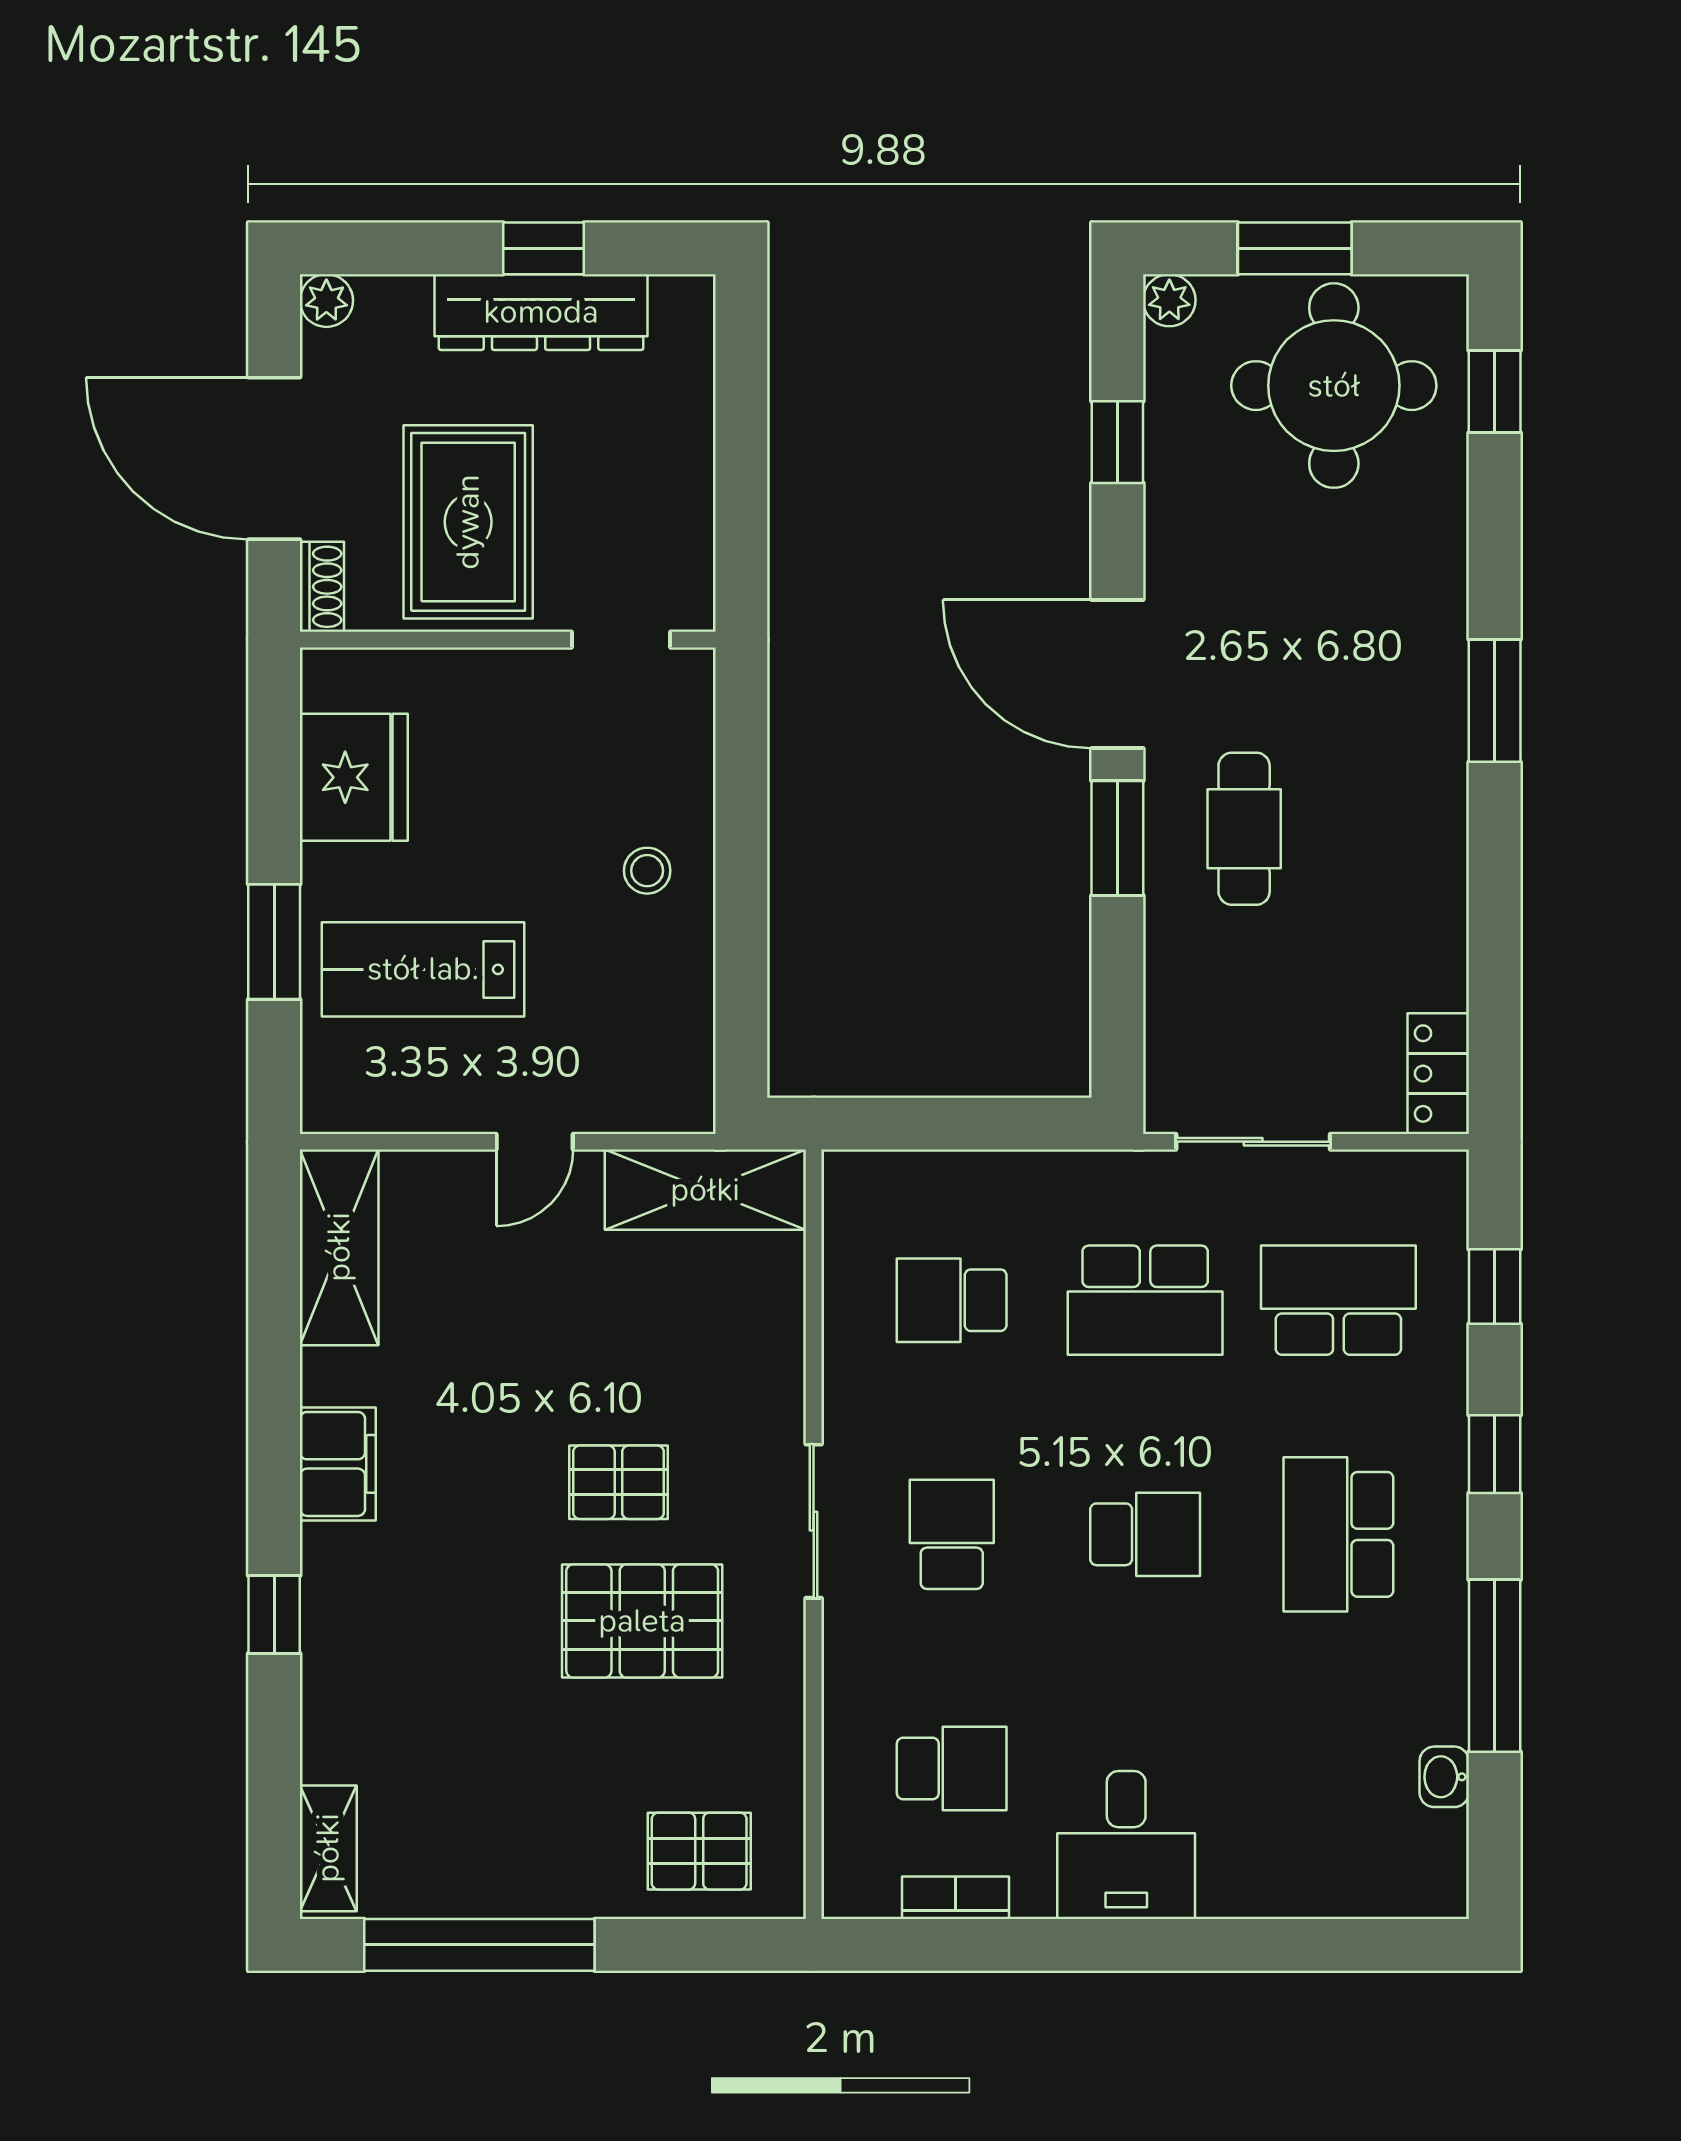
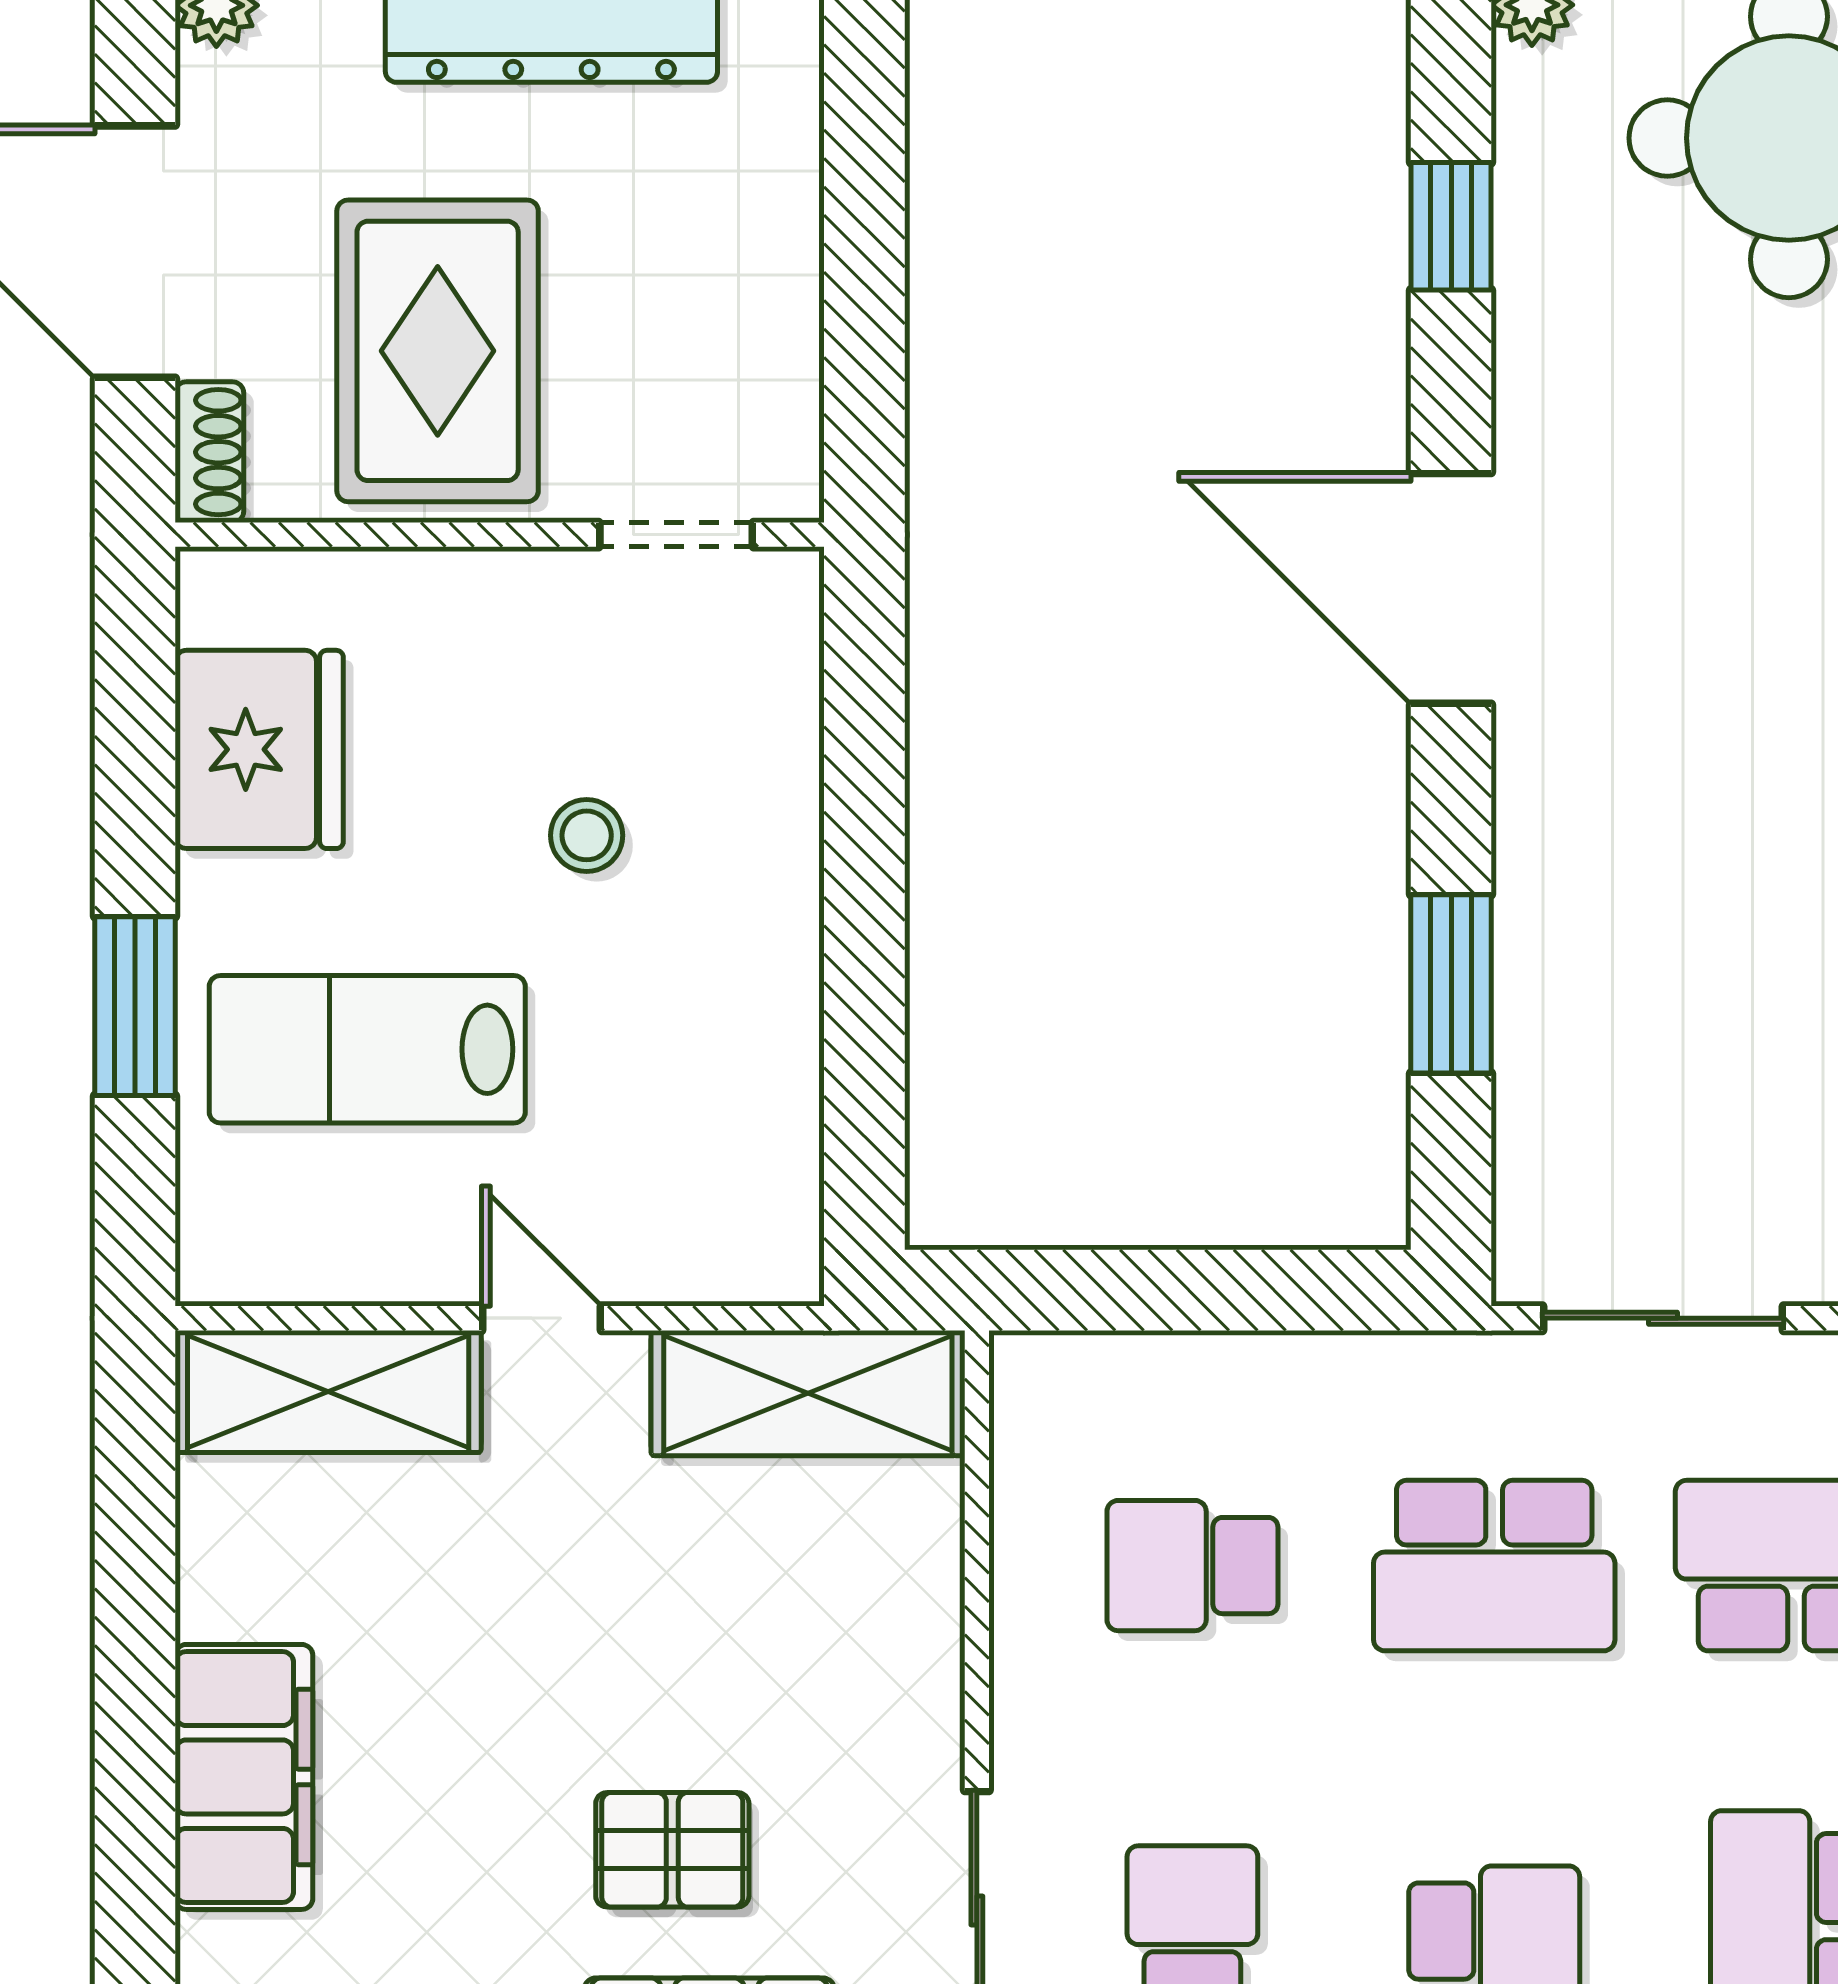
cafe table: (1244, 829) -> (1649, 830), removed
window: (1117, 838) -> (1451, 984), moved
stool: (647, 871) -> (587, 835), moved
door: (535, 1142) -> (541, 1318), swing flipped
shelving: (339, 1247) -> (328, 1391), moved, turned 90
filing cabinet: (338, 1464) -> (244, 1777), width x1.50, depth x1.17

